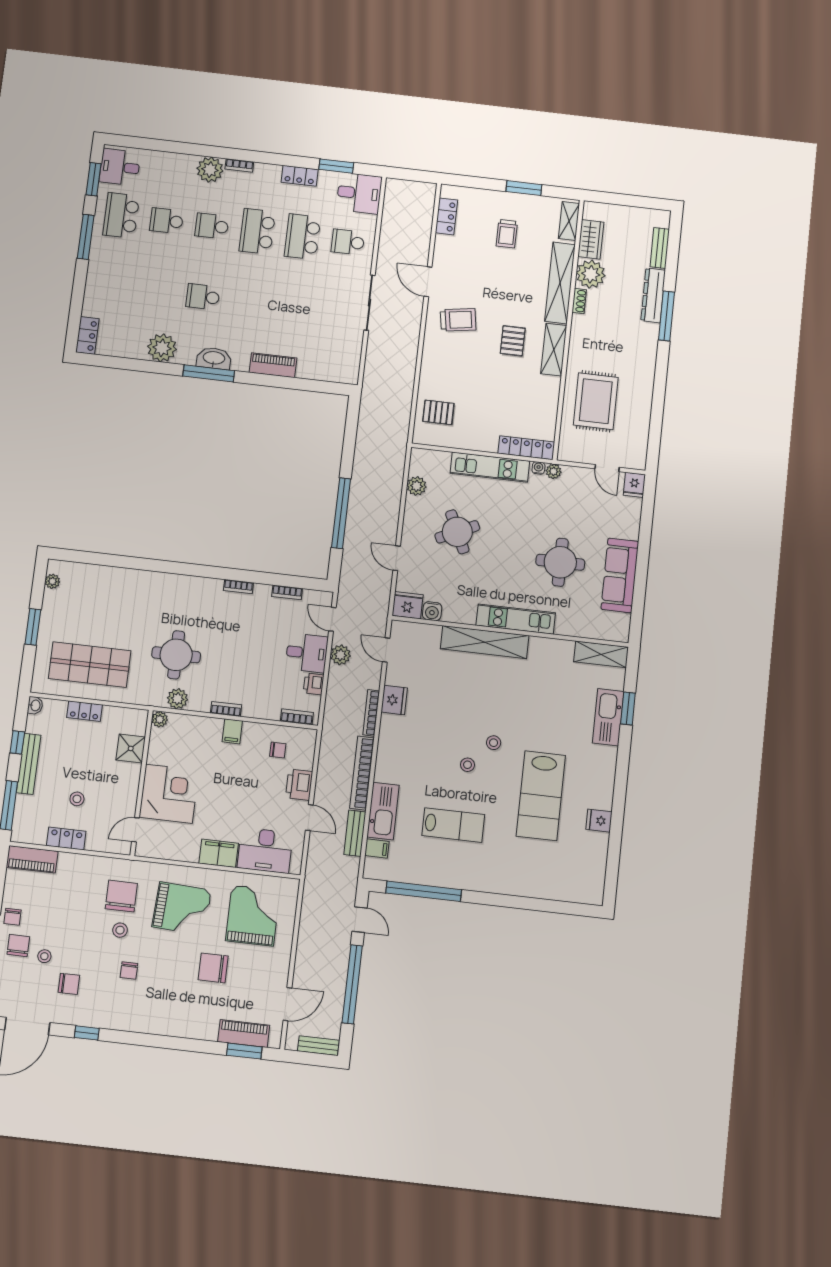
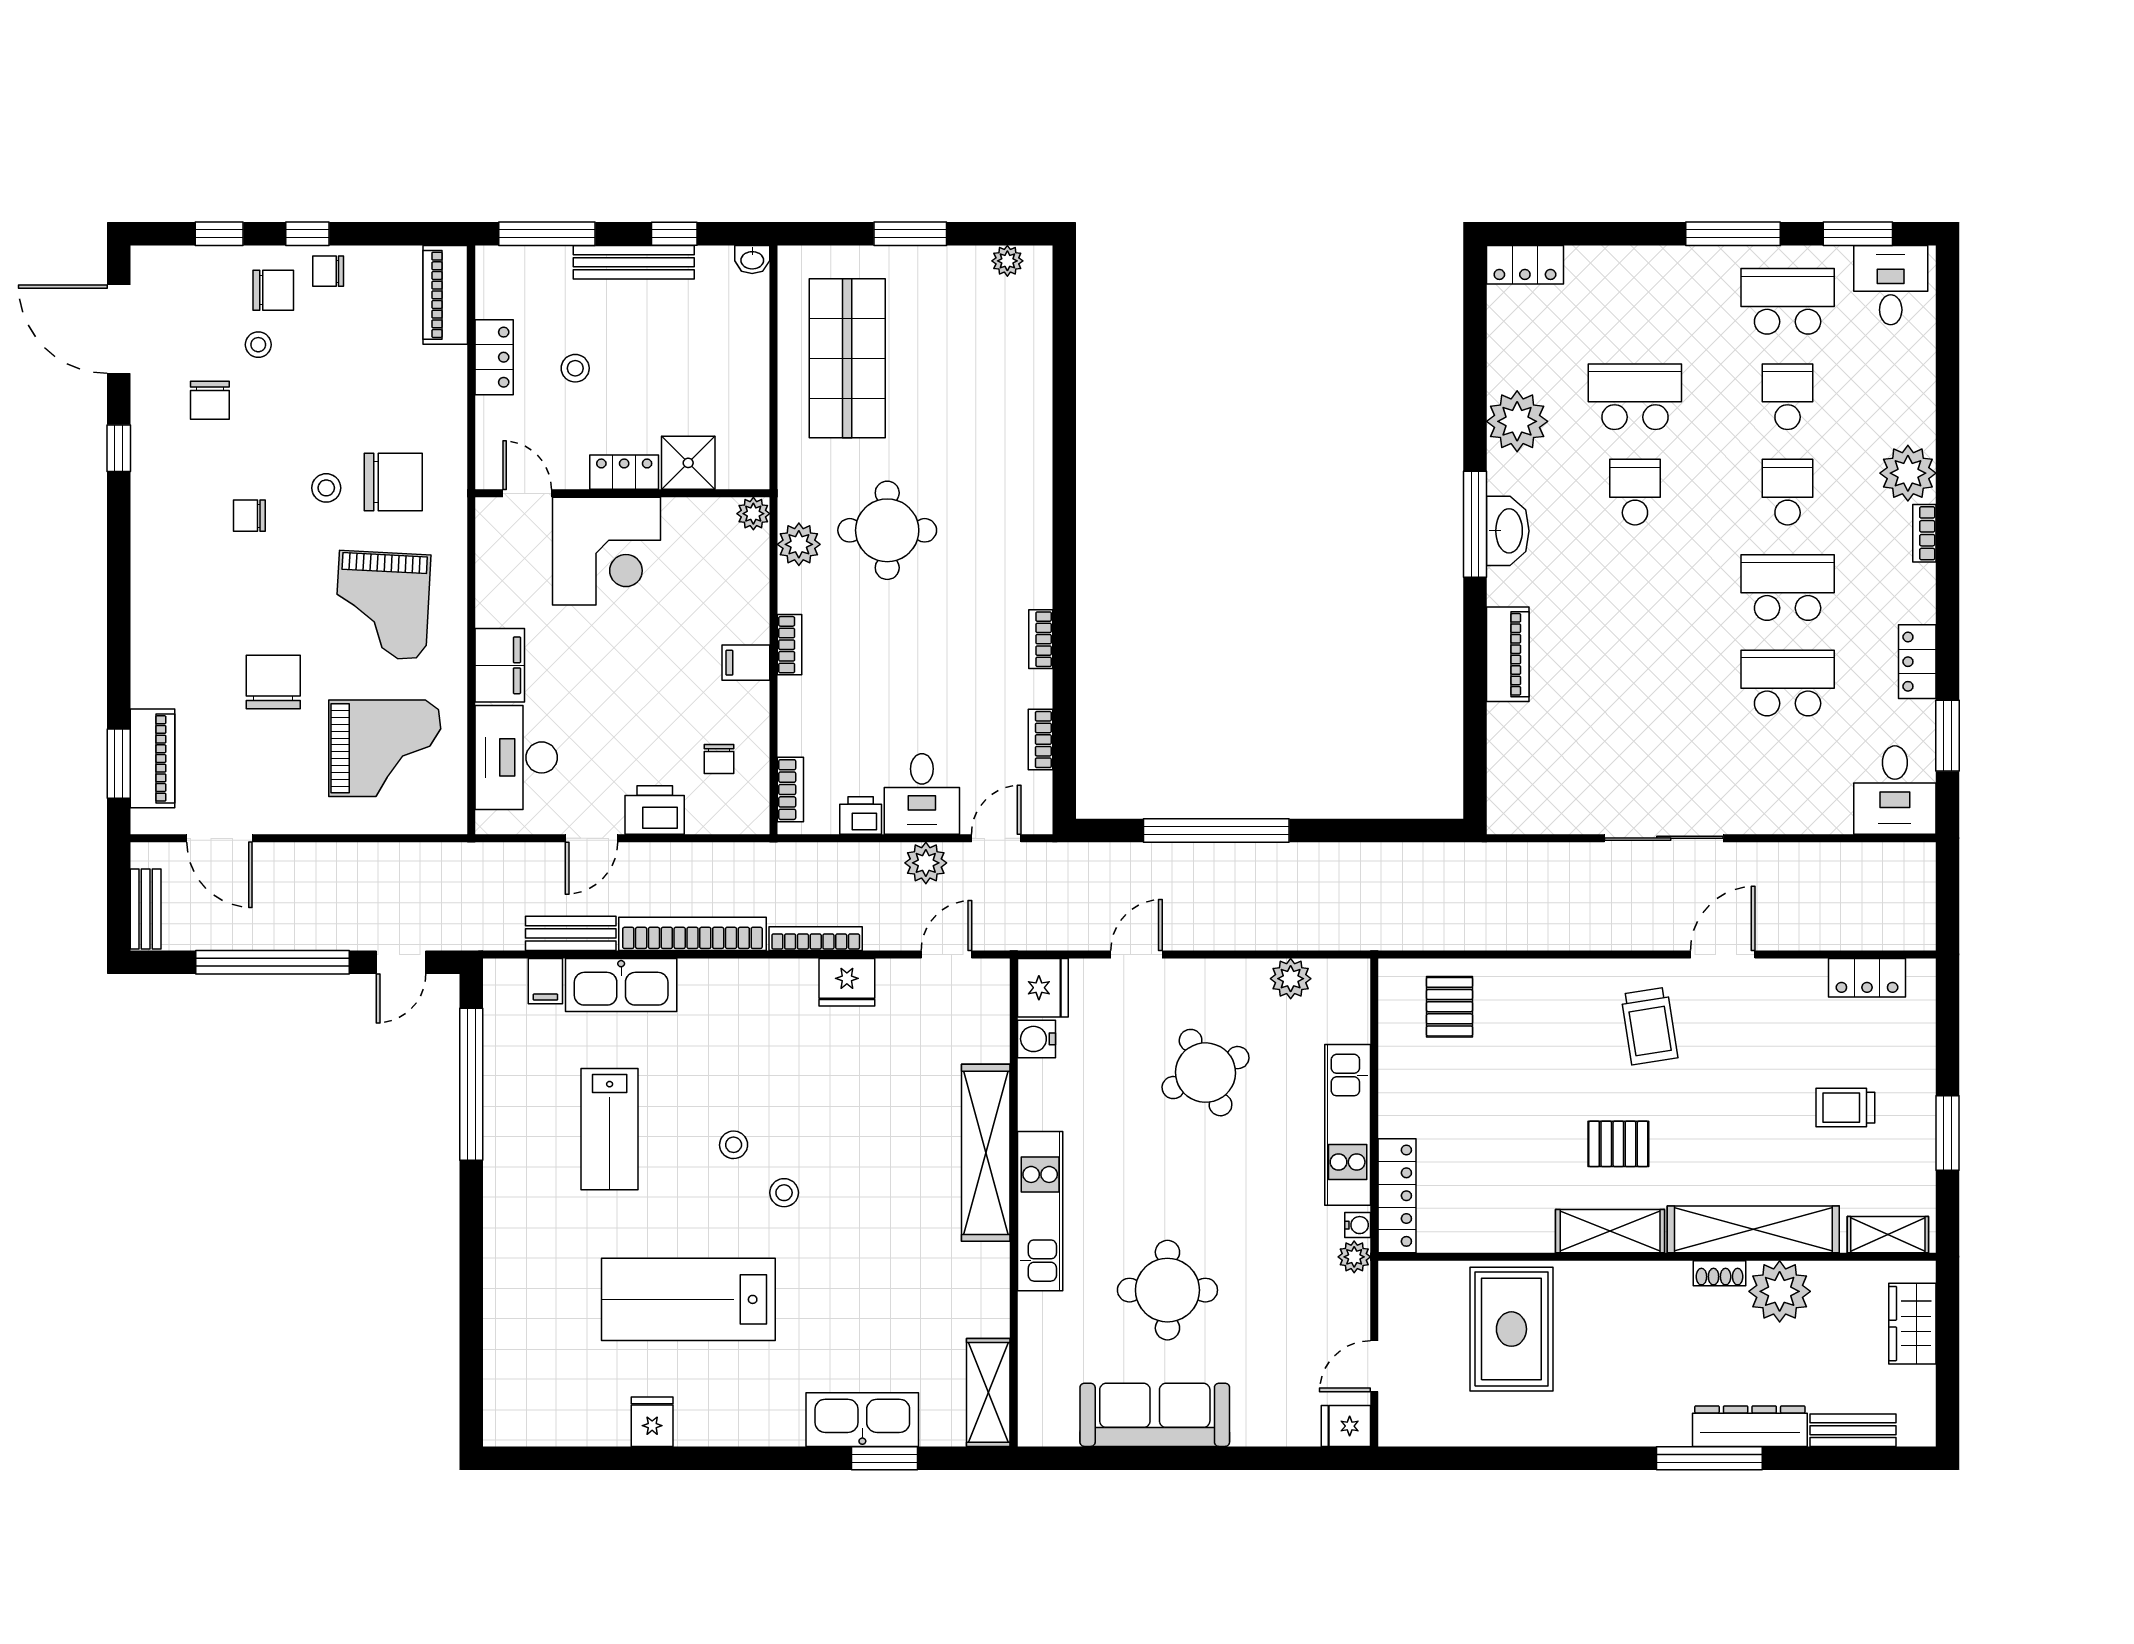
wardrobe: (591, 239) -> (1912, 1324), moved, turned 90
school desk: (348, 242) -> (1635, 397), moved, width x1.85
rug: (596, 401) -> (1511, 1329), turned 90
locker: (85, 711) -> (624, 472), moved, turned 90

